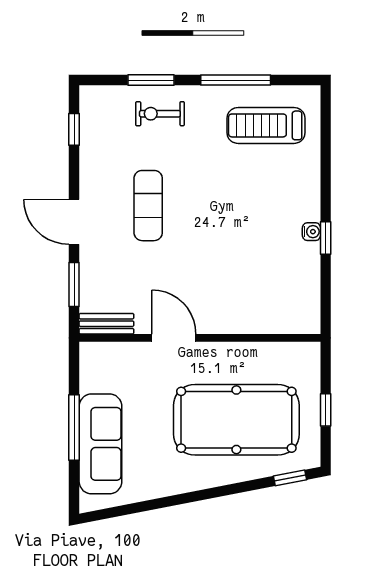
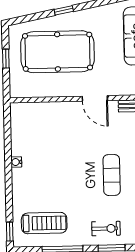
window: (326, 238) -> (10, 232), moved
window: (290, 478) -> (64, 10), moved

